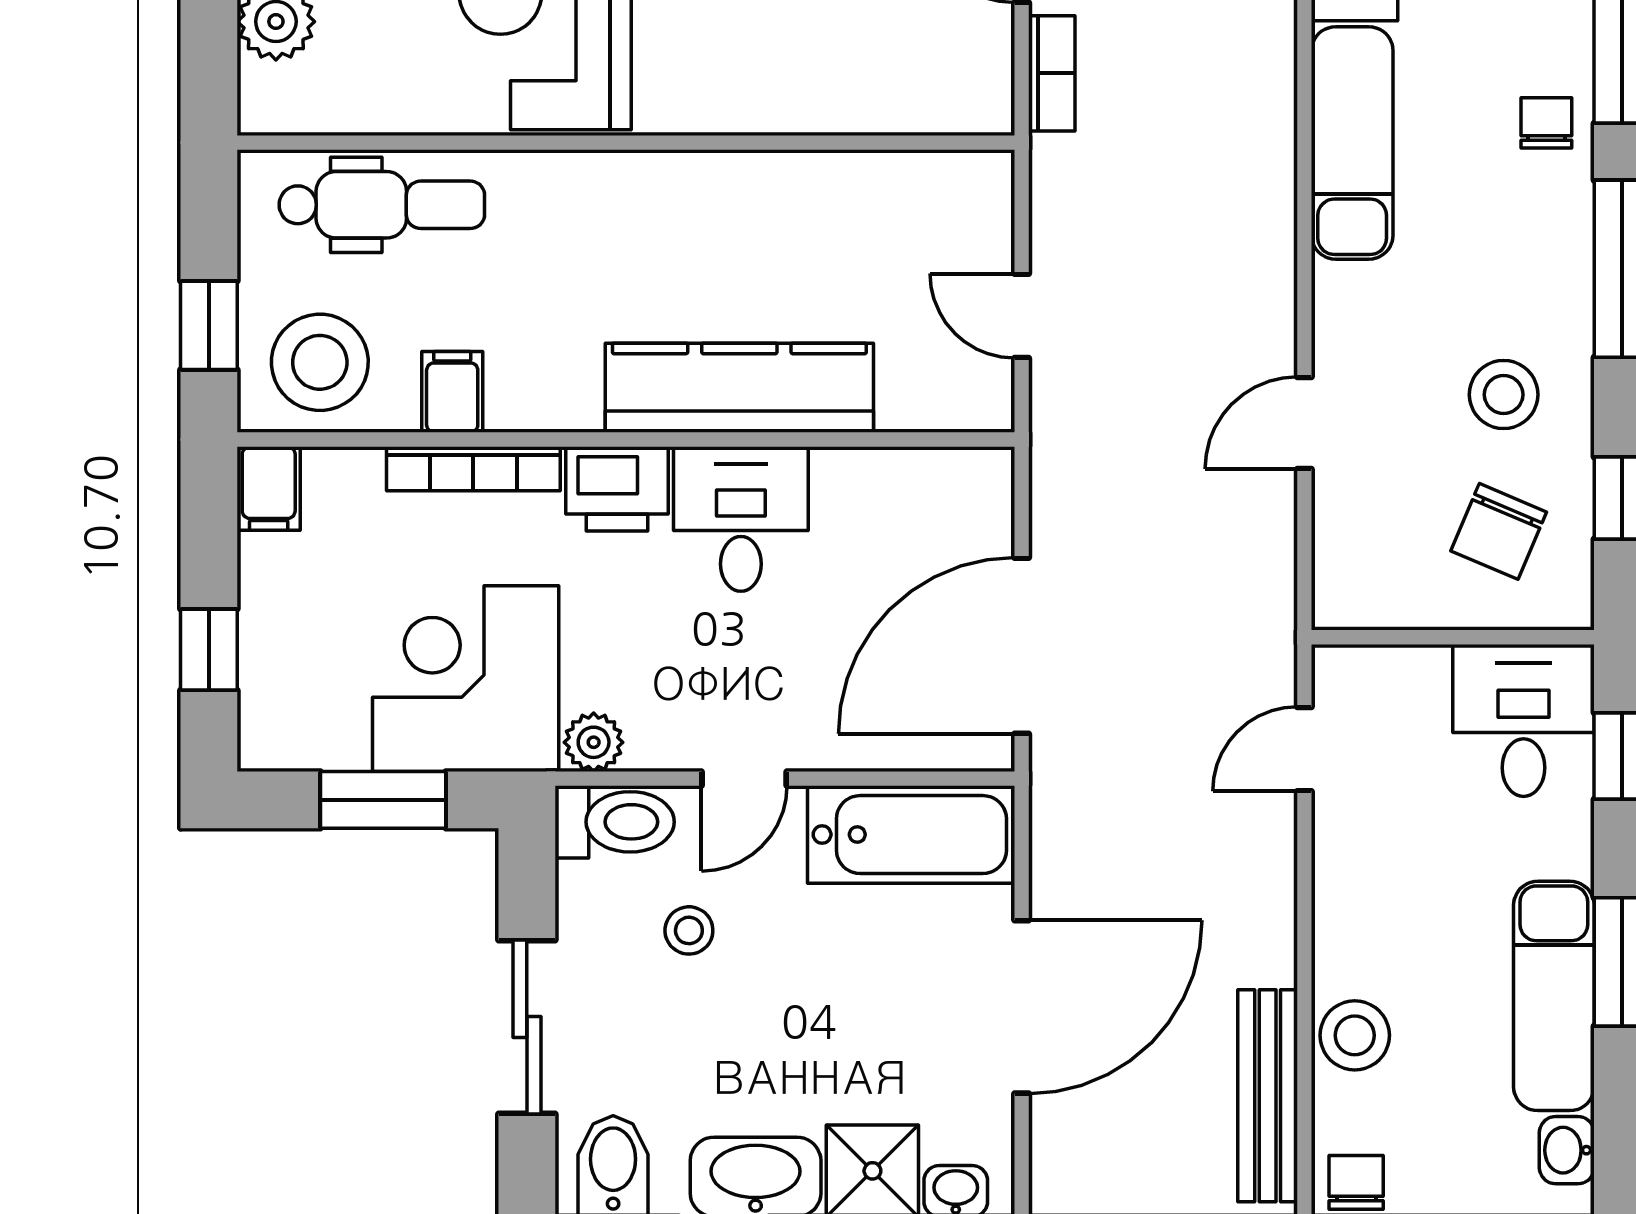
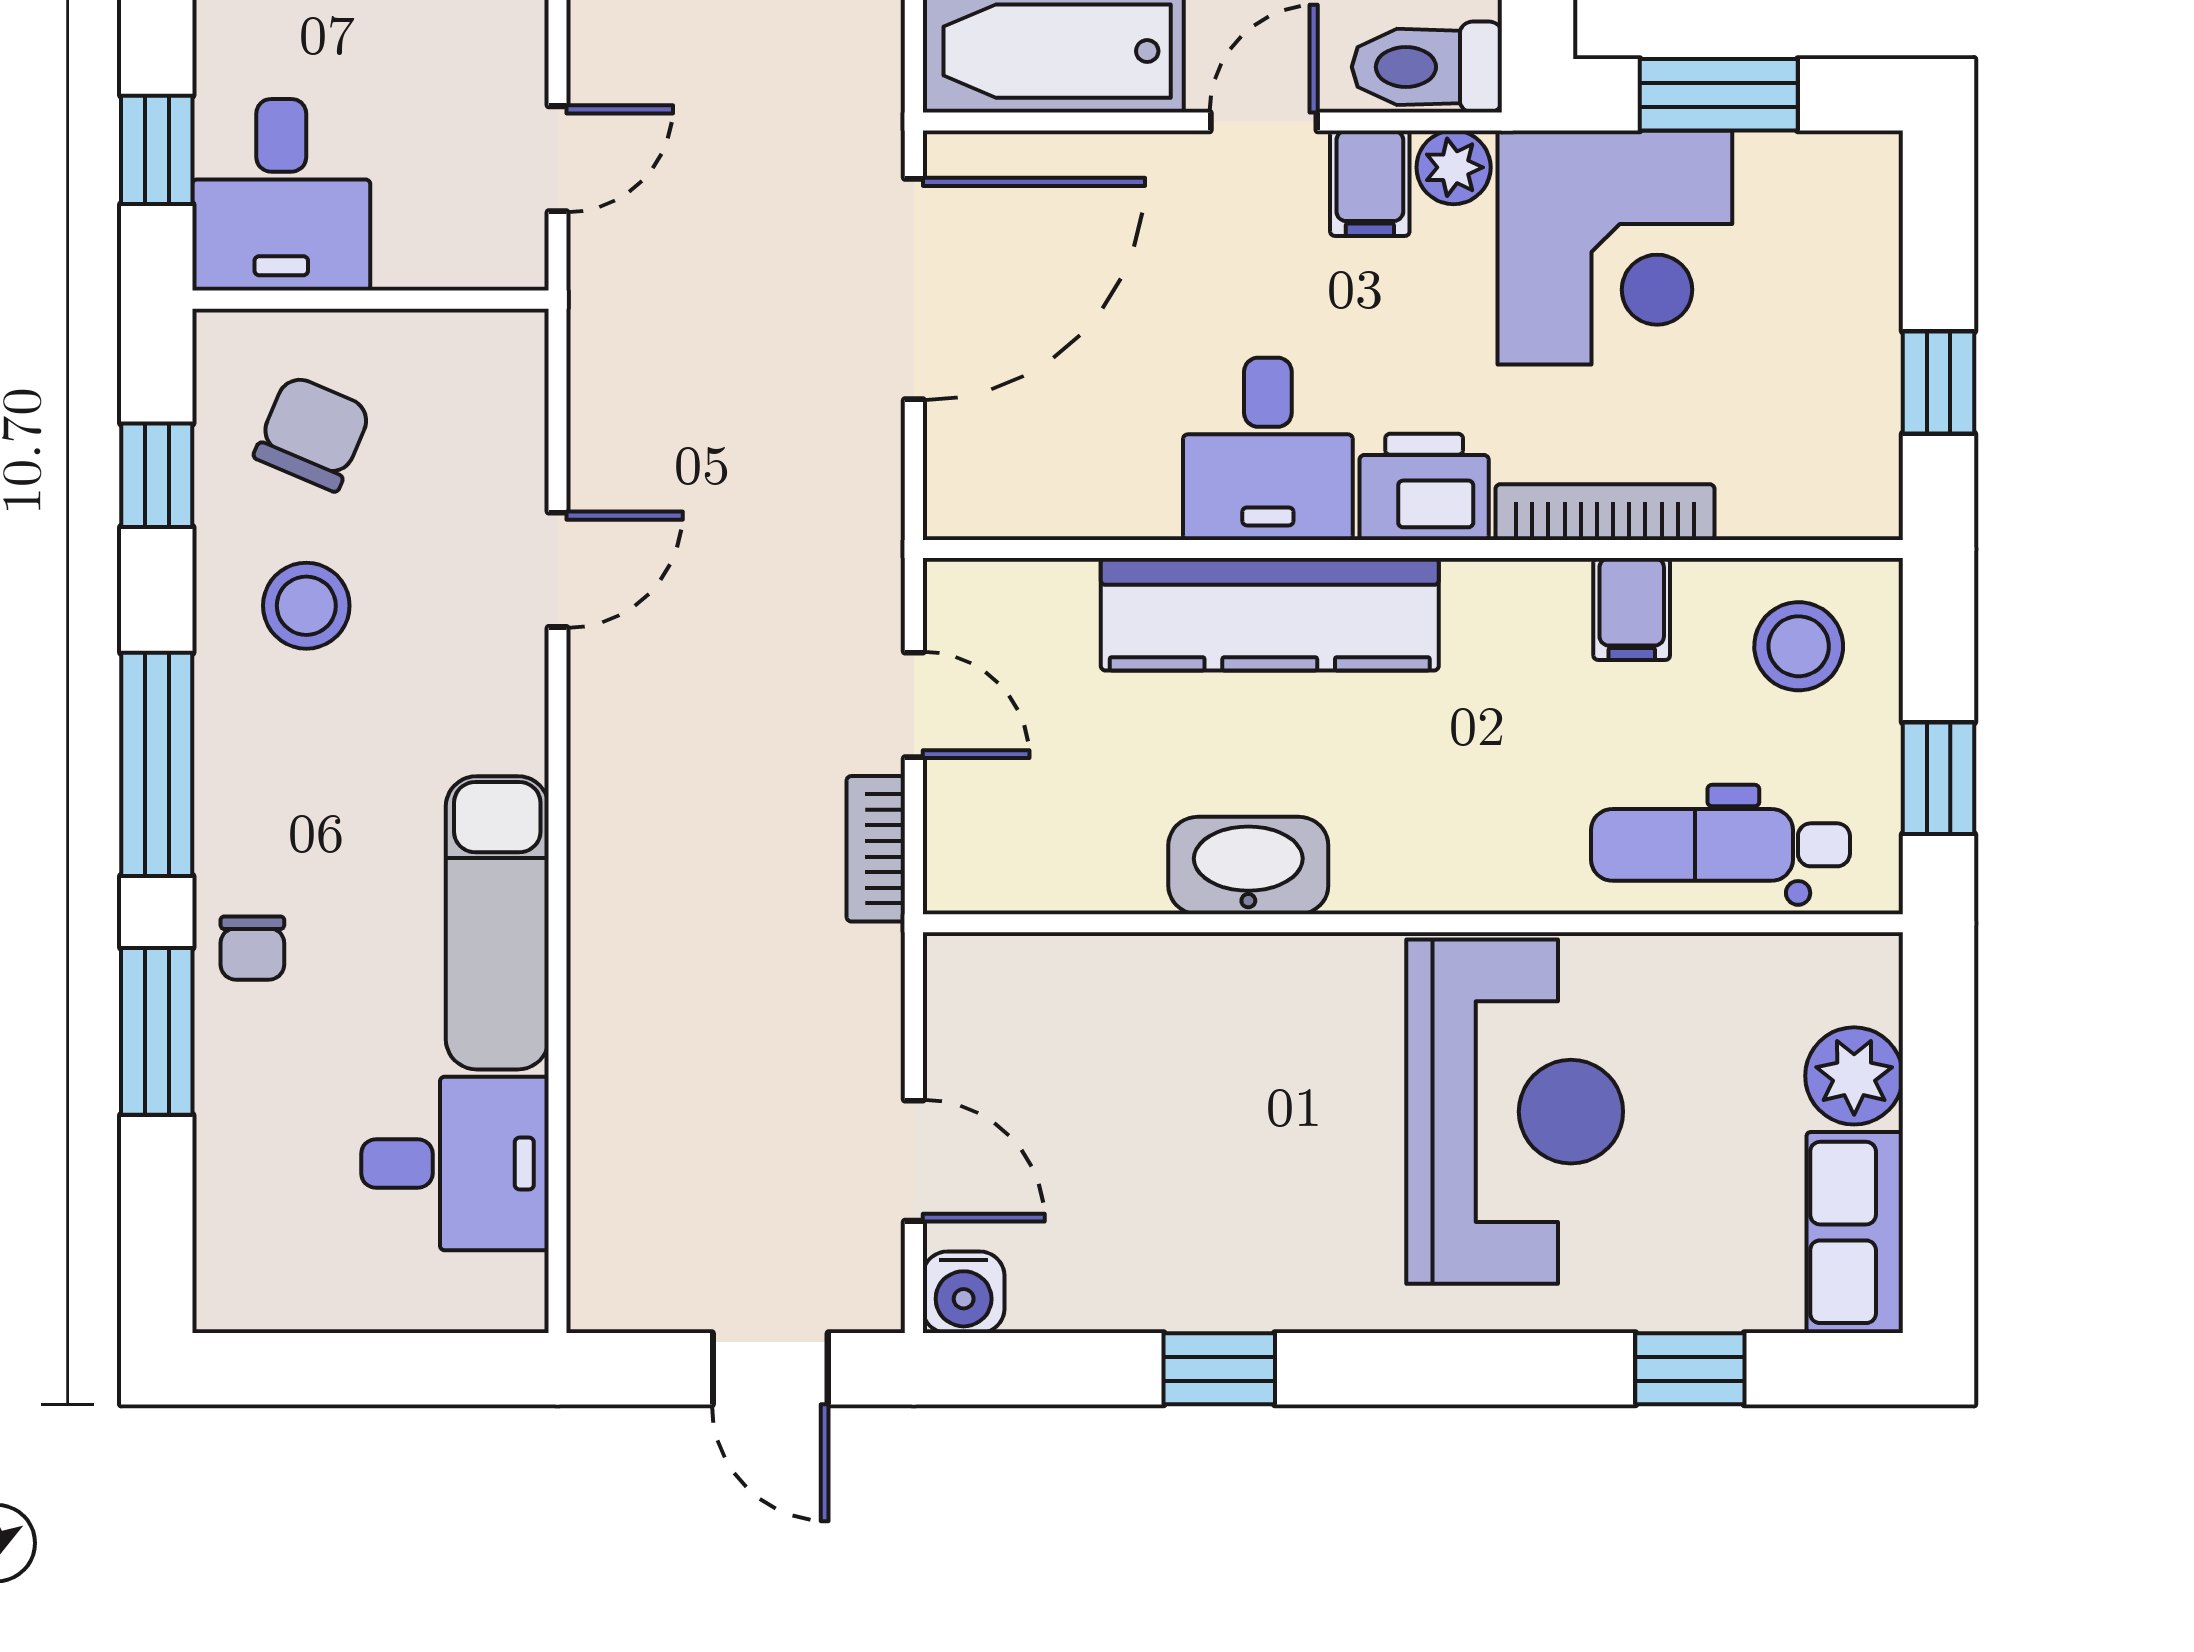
bookcase: (1052, 73) -> (876, 849), moved
washbasin: (756, 188) -> (1248, 865), added
window: (209, 325) -> (1938, 778), moved
stool: (320, 362) -> (1799, 646), width x0.73, depth x0.73
filing cabinet: (269, 488) -> (1370, 183), moved, turned 180
window: (209, 650) -> (1938, 382), moved

